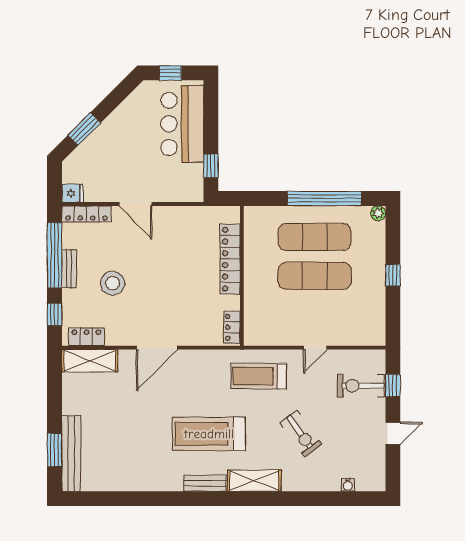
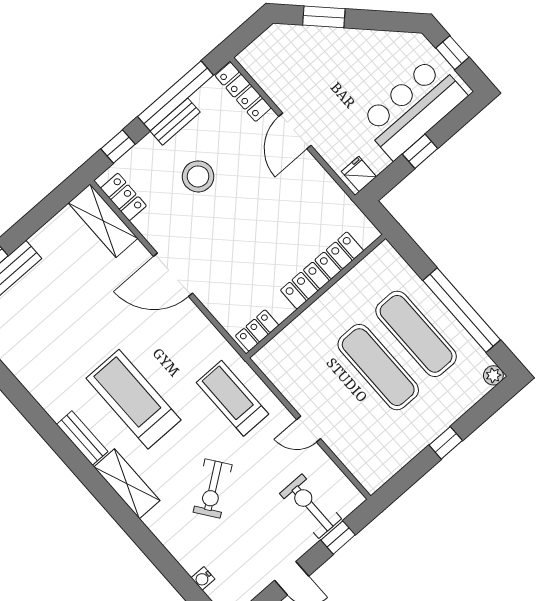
window: (211, 166) -> (420, 151), moved
fridge: (72, 193) -> (359, 174), moved, turned 180

